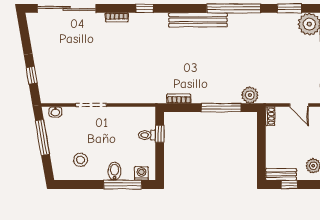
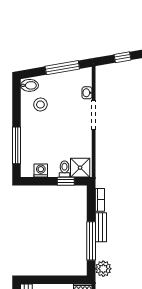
bench: (207, 98) -> (101, 227), added
washbasin: (55, 112) -> (87, 93), moved
shower: (146, 119) -> (80, 168), added
bidet: (115, 171) -> (30, 85), moved
washing machine: (141, 173) -> (41, 170), moved, turned -90

